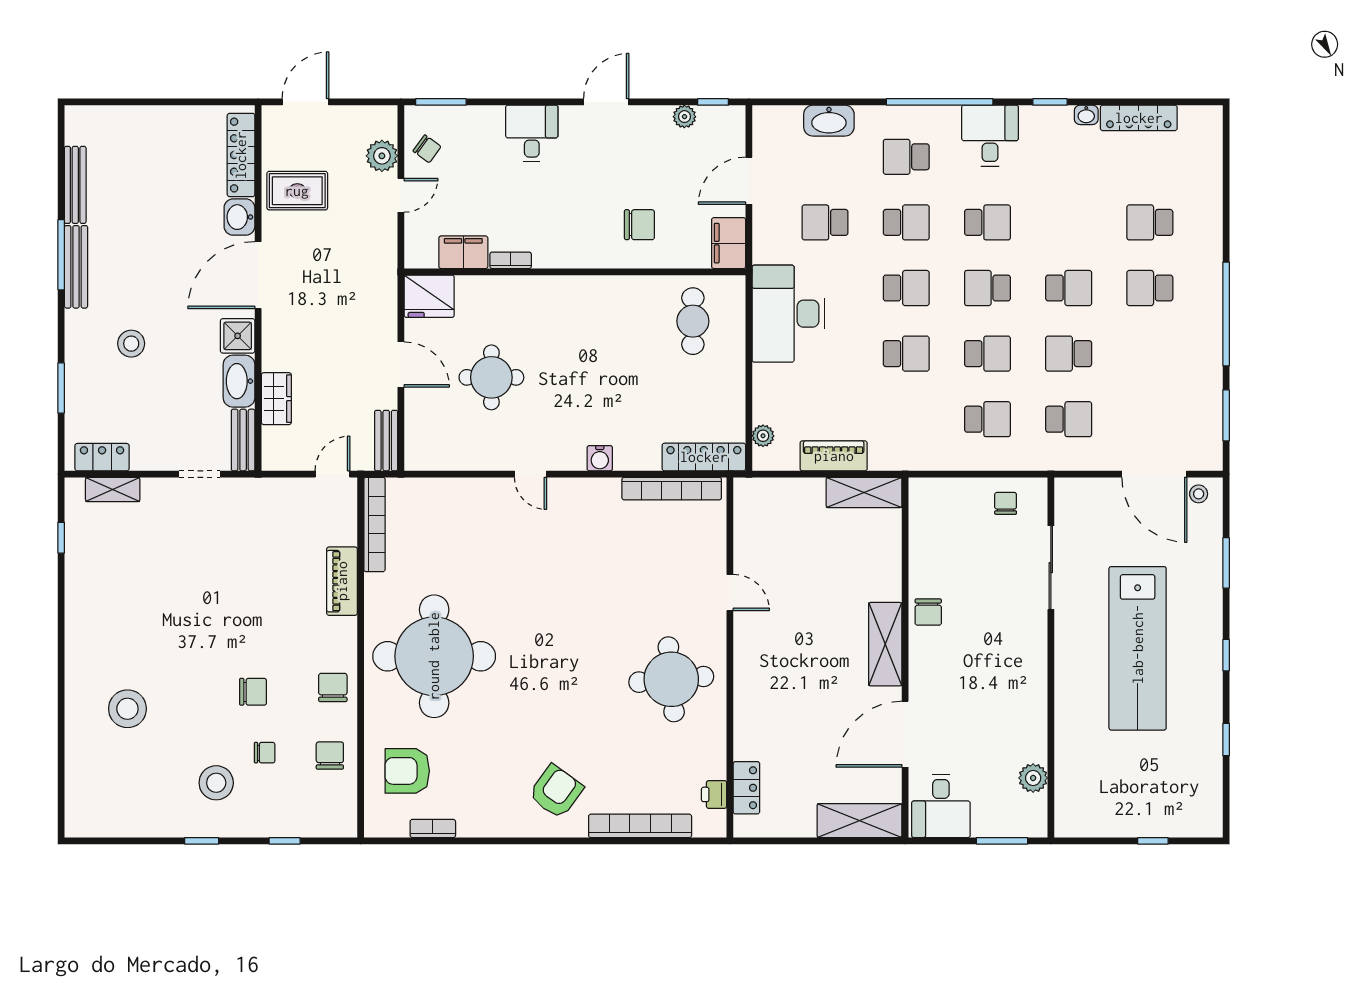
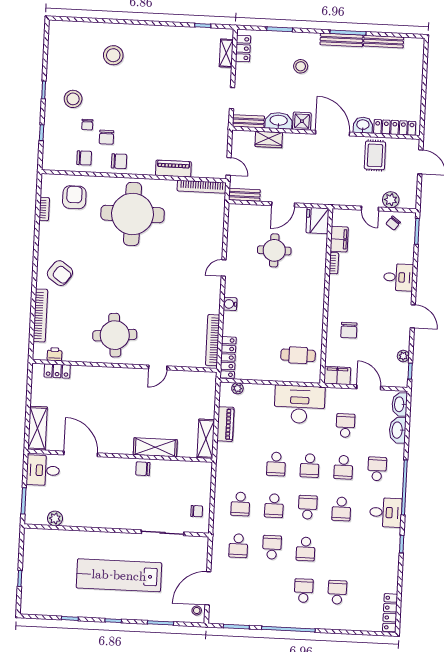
washbasin: (1086, 115) -> (400, 404), moved, width x1.91, depth x1.45
locker: (1139, 118) -> (390, 613), moved
shelving: (885, 644) -> (155, 447), moved
chair: (253, 692) -> (106, 137), moved

